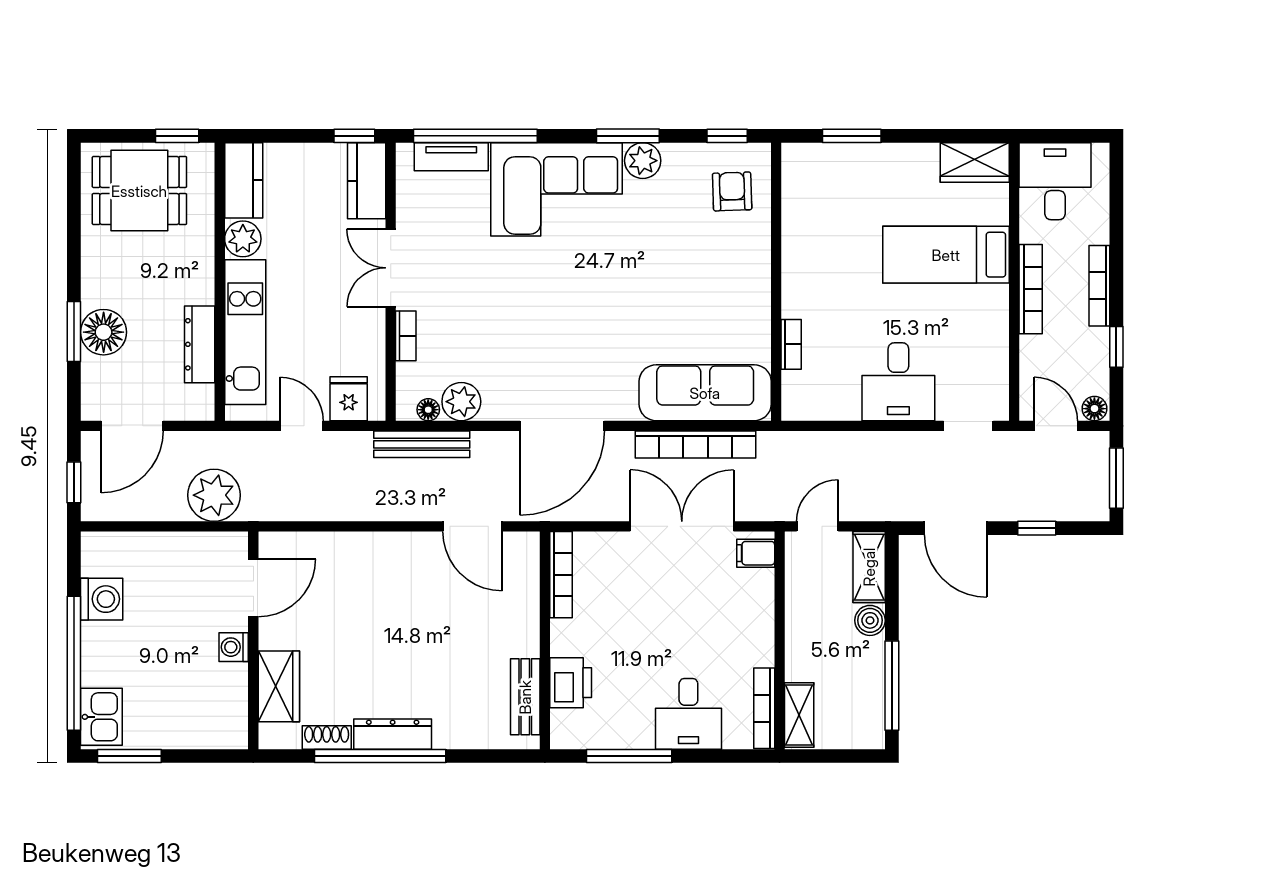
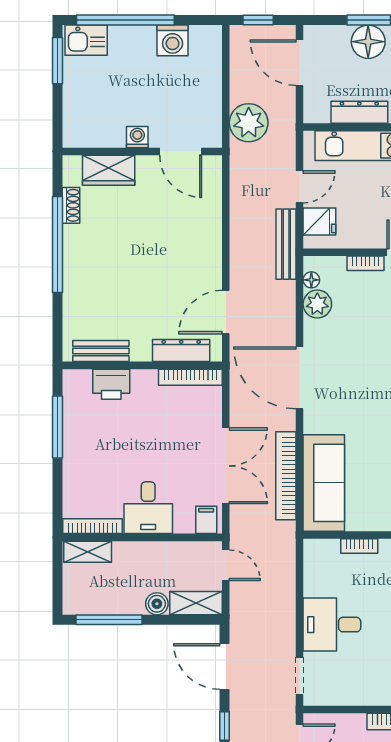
bench: (422, 444) -> (286, 244), moved
door: (956, 528) -> (225, 667), hinge flipped
desk: (688, 714) -> (148, 508), moved, turned -90
dresser: (393, 734) -> (181, 351), moved, turned -90

